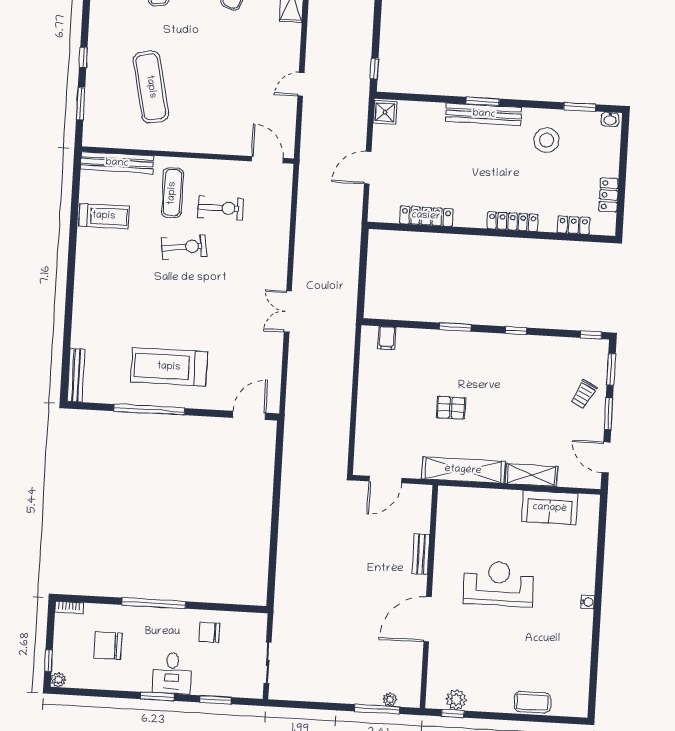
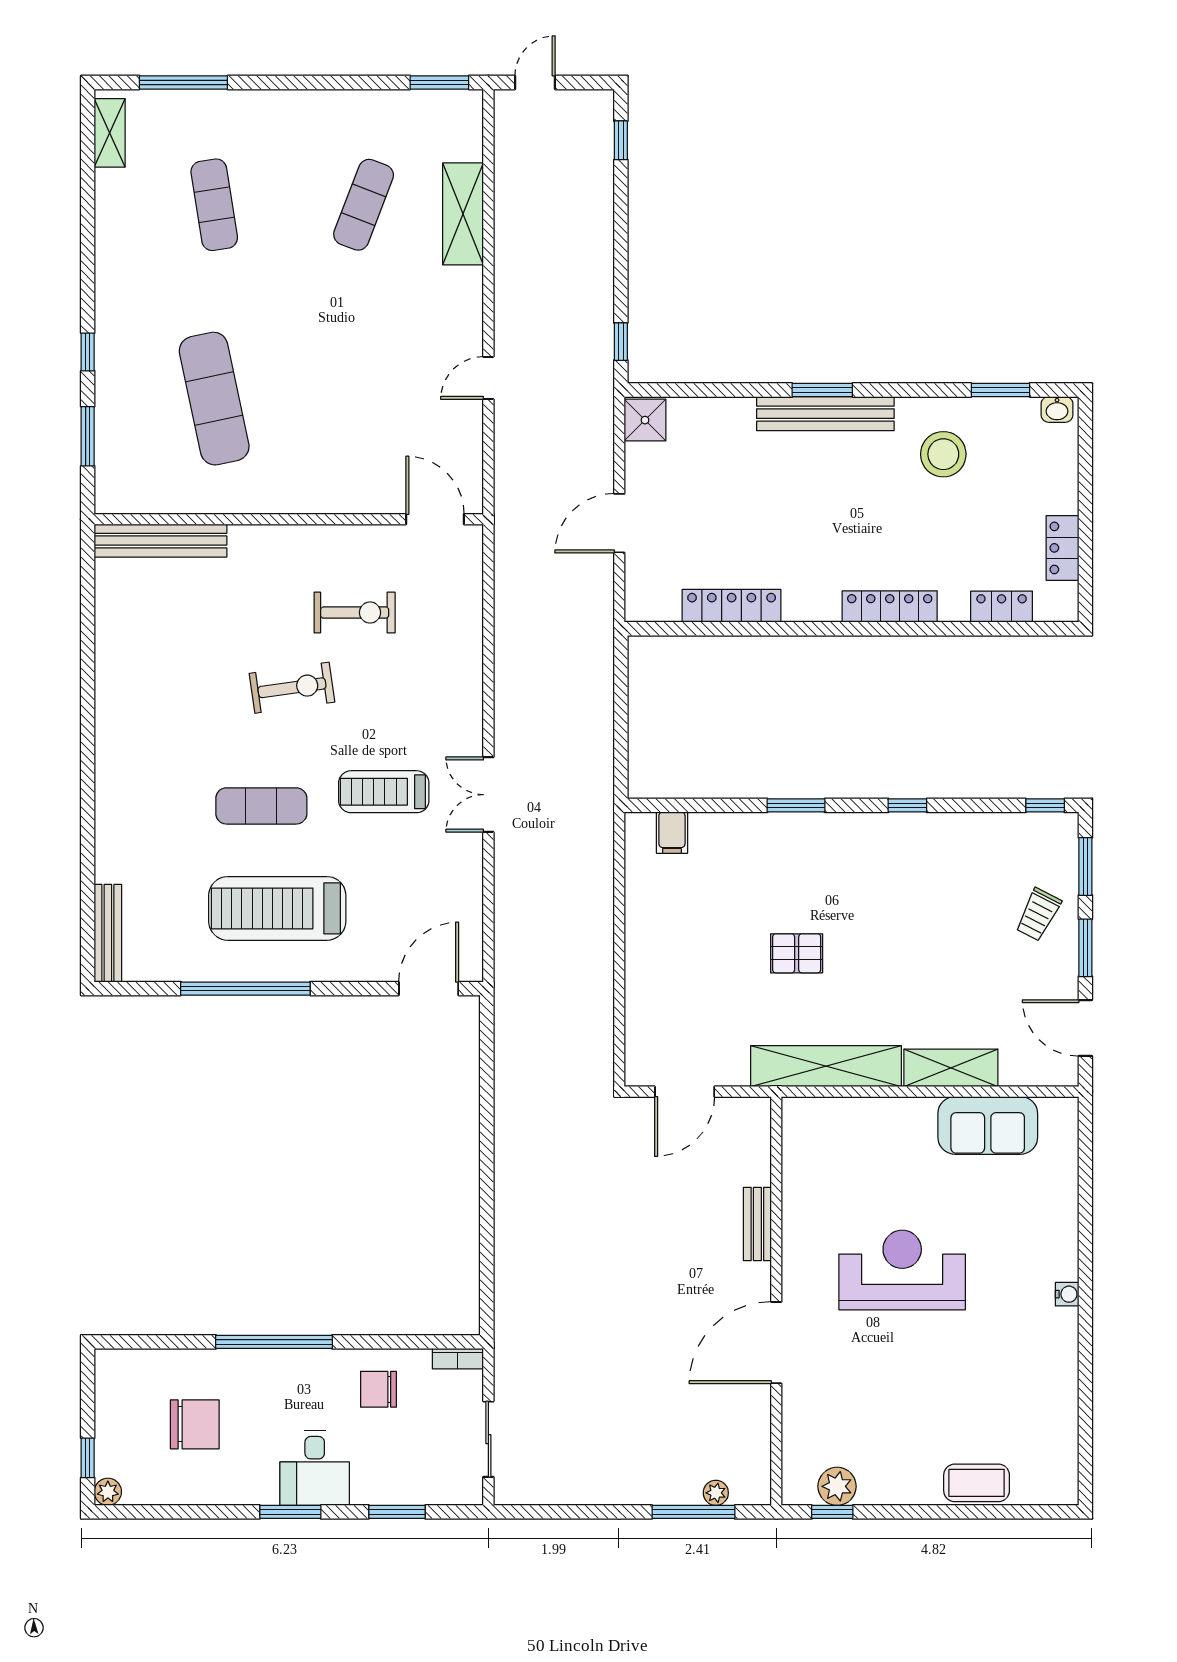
exercise mat: (172, 193) -> (261, 806), moved, turned 90
treadmill: (104, 216) -> (384, 792), moved, turned 180
bookcase: (69, 607) -> (458, 1359), moved
chair: (108, 646) -> (195, 1424), turned 180

